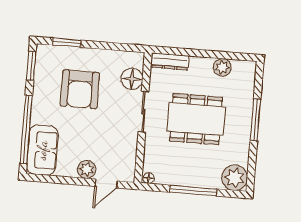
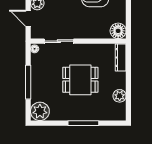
floor lamp: (132, 79) -> (118, 31), moved
sliding door: (144, 112) -> (59, 41), moved
dining table: (196, 119) -> (80, 80), width x0.73

